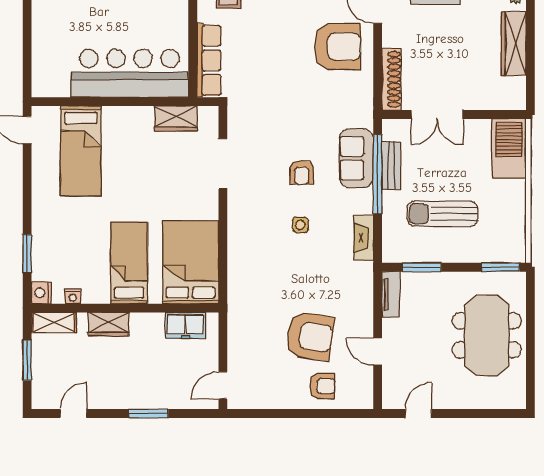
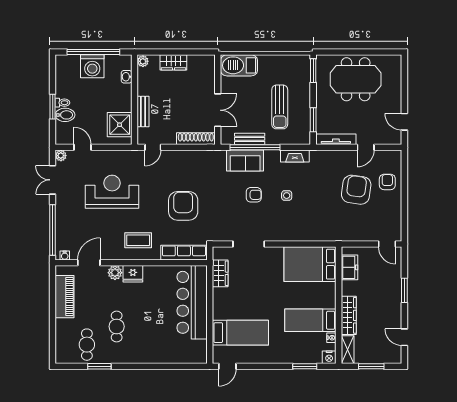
wardrobe: (514, 44) -> (173, 62), width x0.67
armchair: (337, 47) -> (183, 206), moved
bed: (129, 263) -> (310, 320), moved
tv unit: (391, 294) -> (336, 139), width x1.41
wardrobe: (109, 324) -> (349, 315), width x1.50

